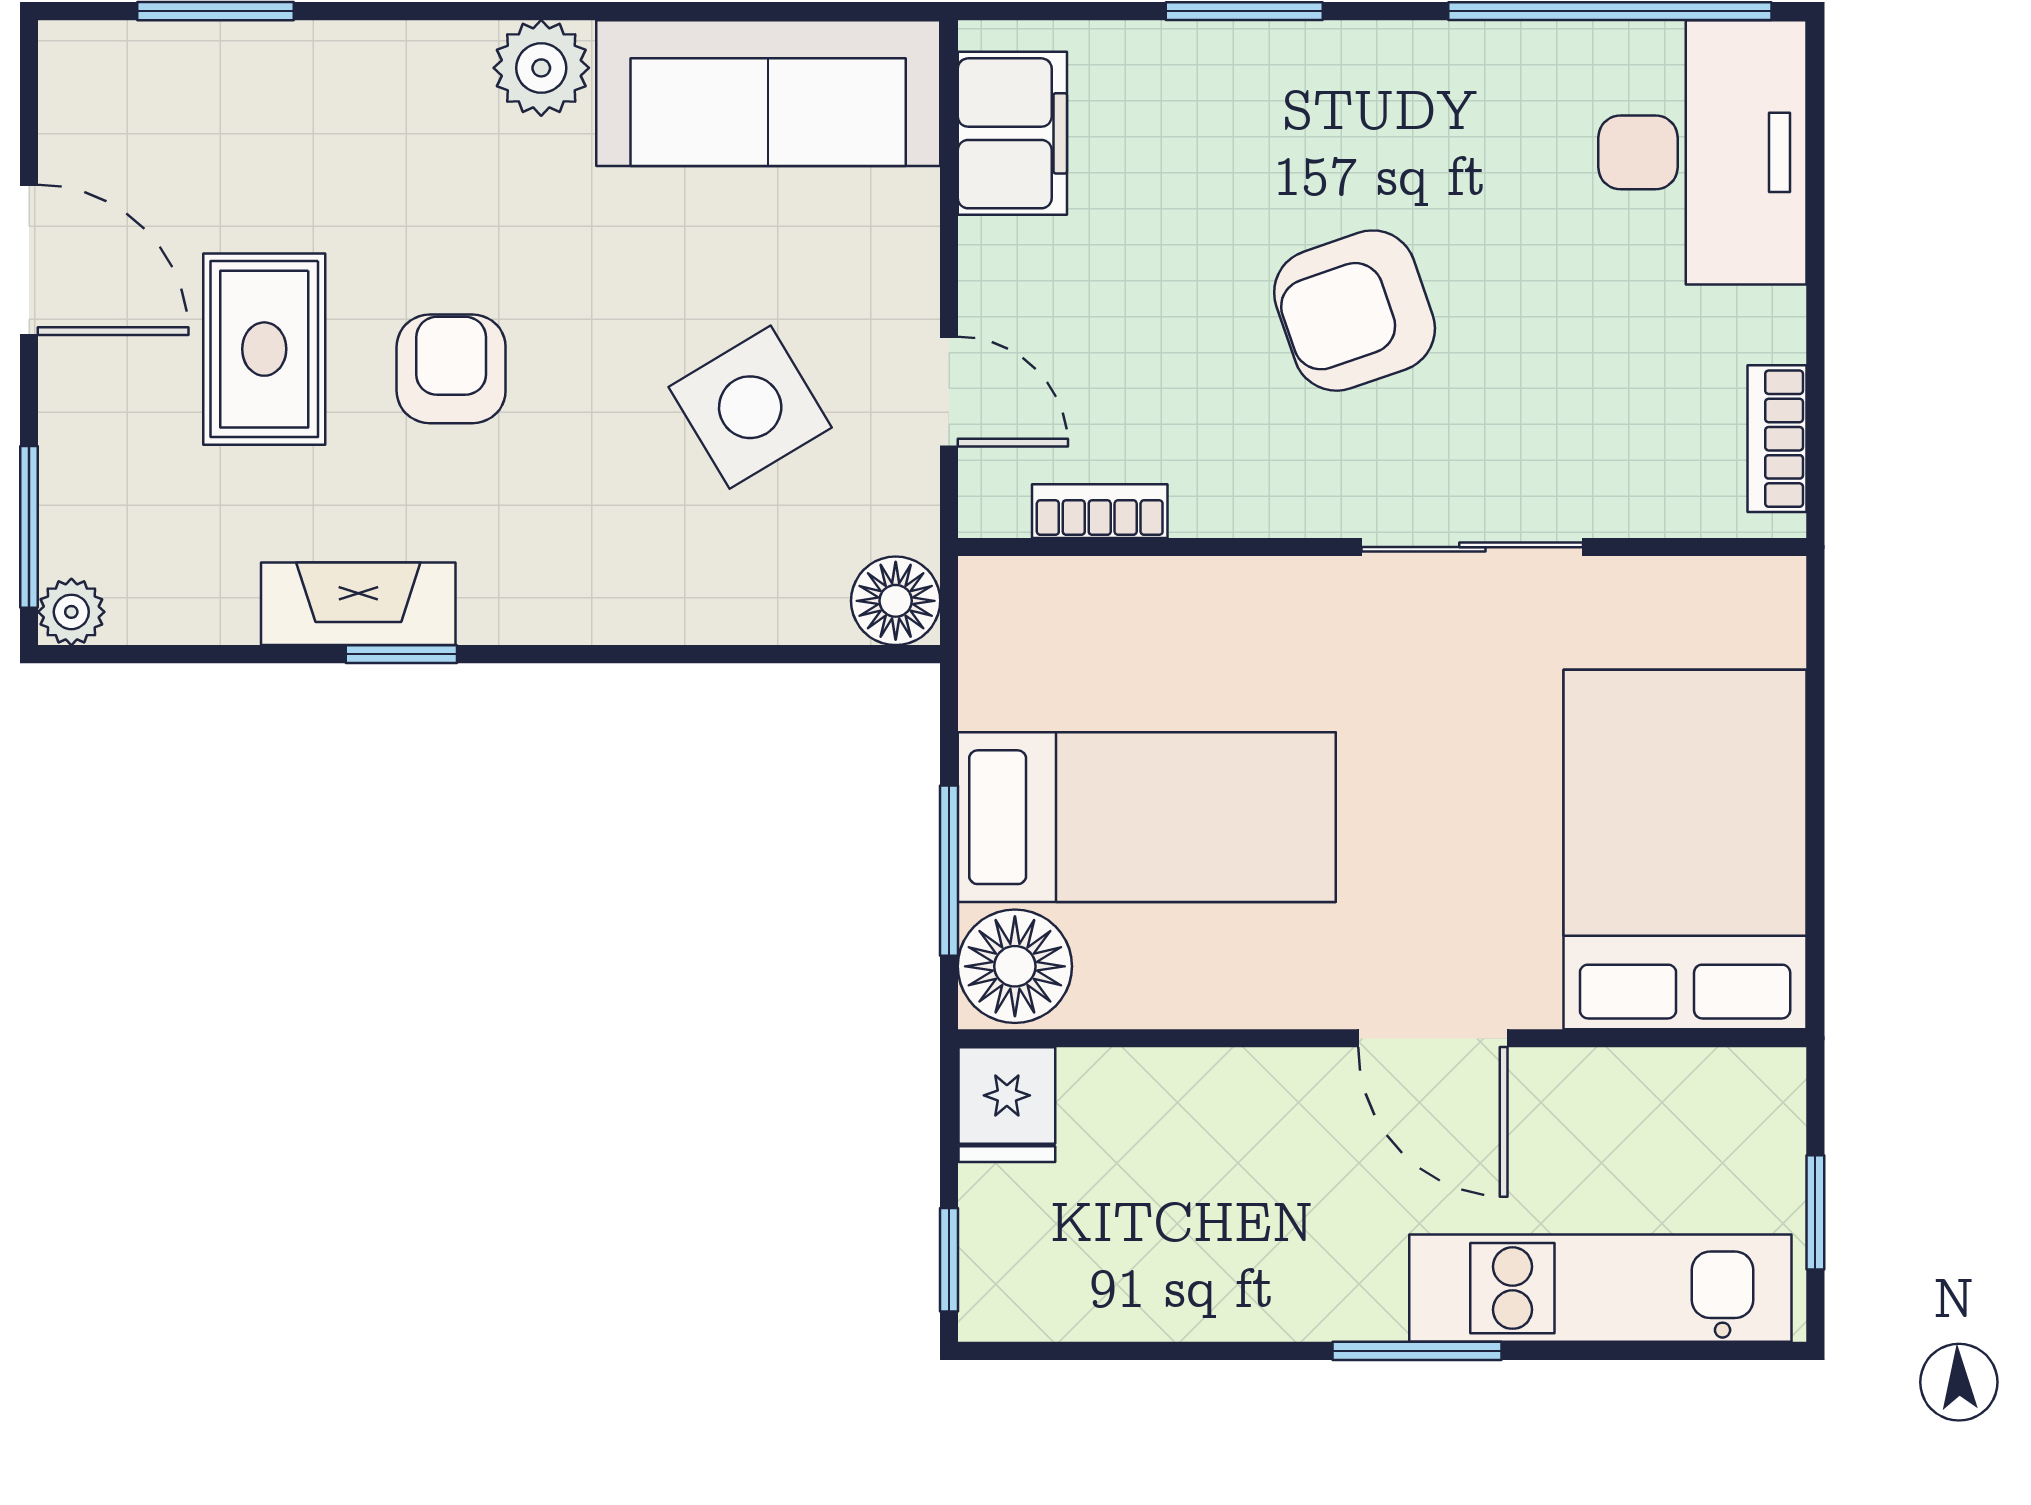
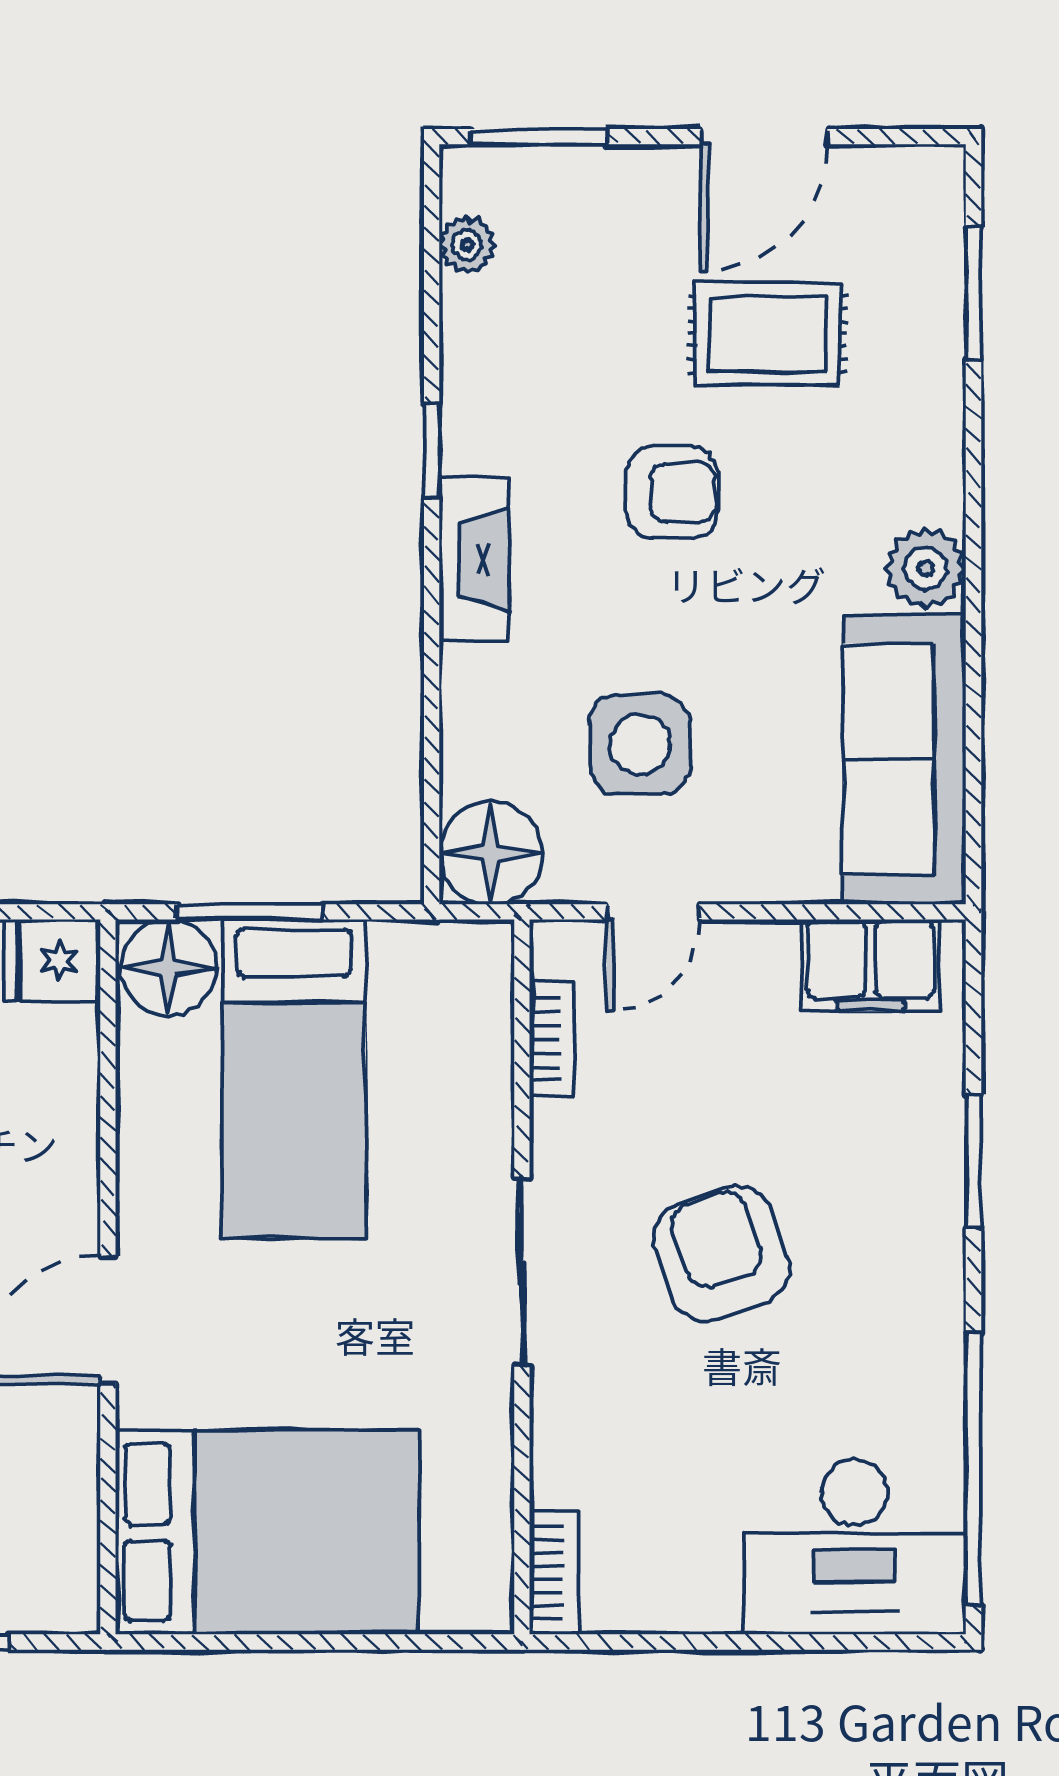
rug: (264, 349) -> (767, 334), moved
side table: (750, 407) -> (640, 744), turned 31
bookcase: (1777, 439) -> (554, 1573), moved, turned 90
sliding door: (1472, 547) -> (522, 1272), moved
floor lamp: (896, 601) -> (491, 853), width x1.38, depth x1.38
fireplace: (358, 604) -> (474, 560), moved
plant: (71, 612) -> (467, 245), moved

